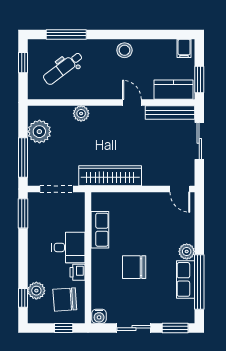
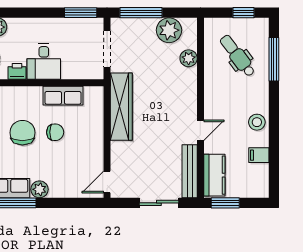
filing cabinet: (184, 48) -> (259, 155), moved
plant: (81, 113) -> (189, 58), moved
chair: (134, 237) -> (55, 132), added

